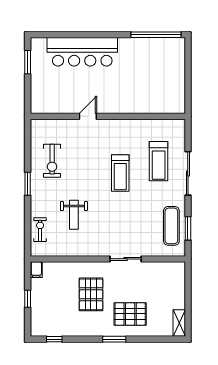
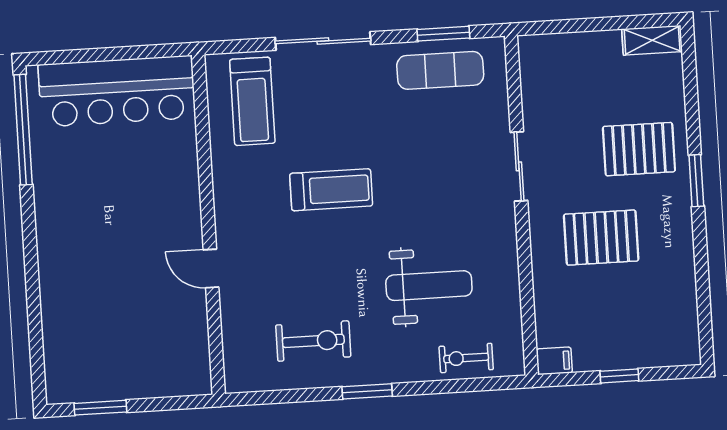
bar counter: (82, 52) -> (117, 91), moved, turned 90
treadmill: (159, 161) -> (252, 101), moved, turned 90
weight bench: (74, 215) -> (429, 286), width x1.36, depth x1.33
pallet: (130, 314) -> (639, 149), turned 90
window: (54, 339) -> (704, 312), removed

